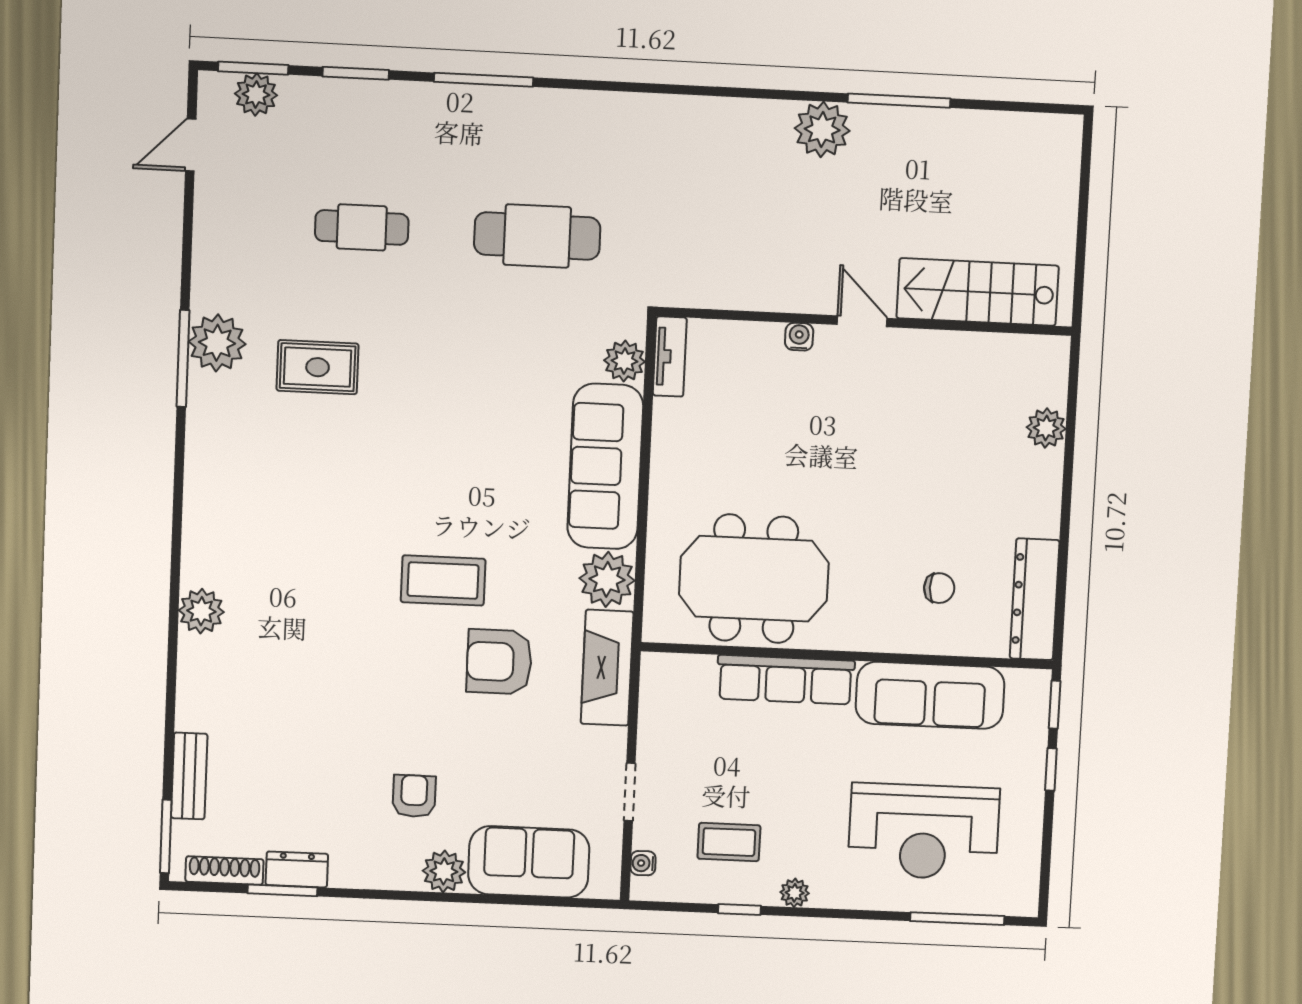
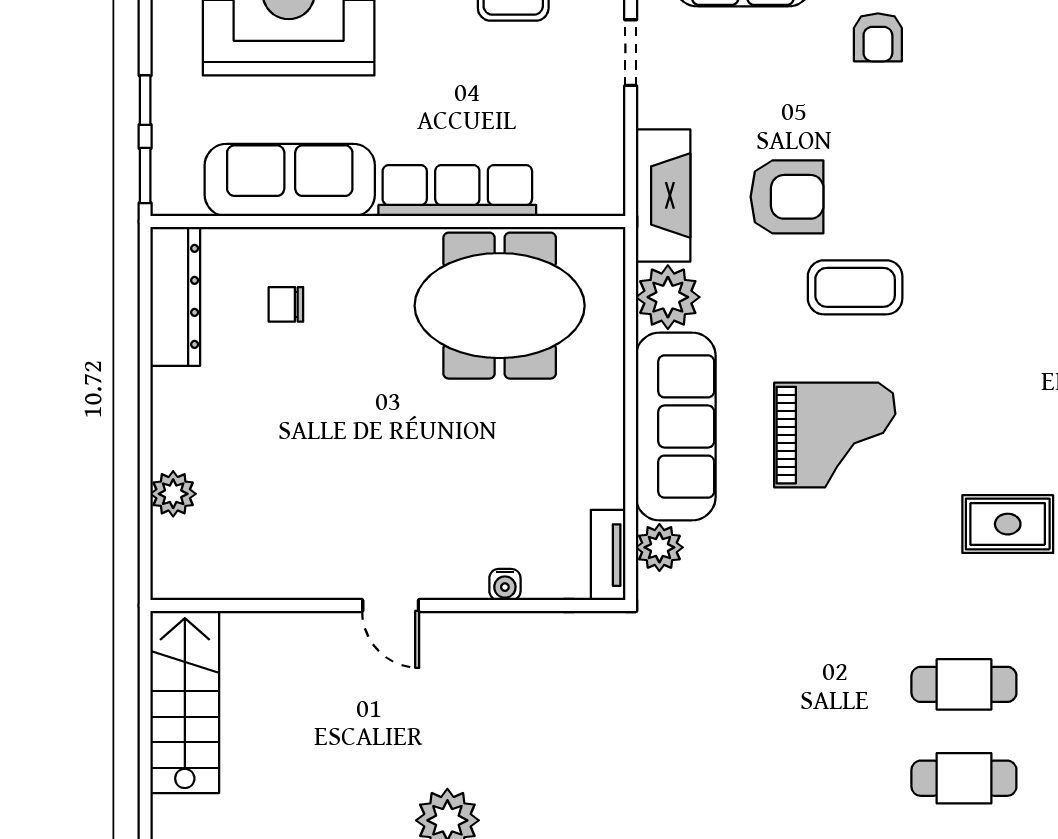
cafe table: (537, 236) -> (964, 778), moved, width x0.73, depth x0.74
stairs: (978, 292) -> (185, 702), moved, turned -90
water cooler: (799, 337) -> (505, 585), moved
grand piano: (466, 452) -> (835, 435), added

